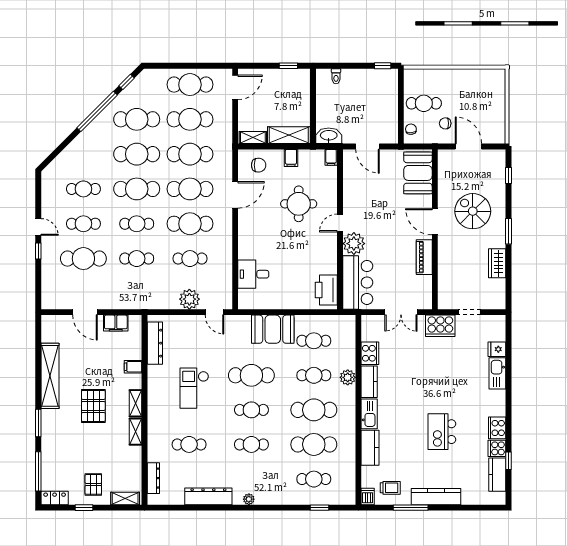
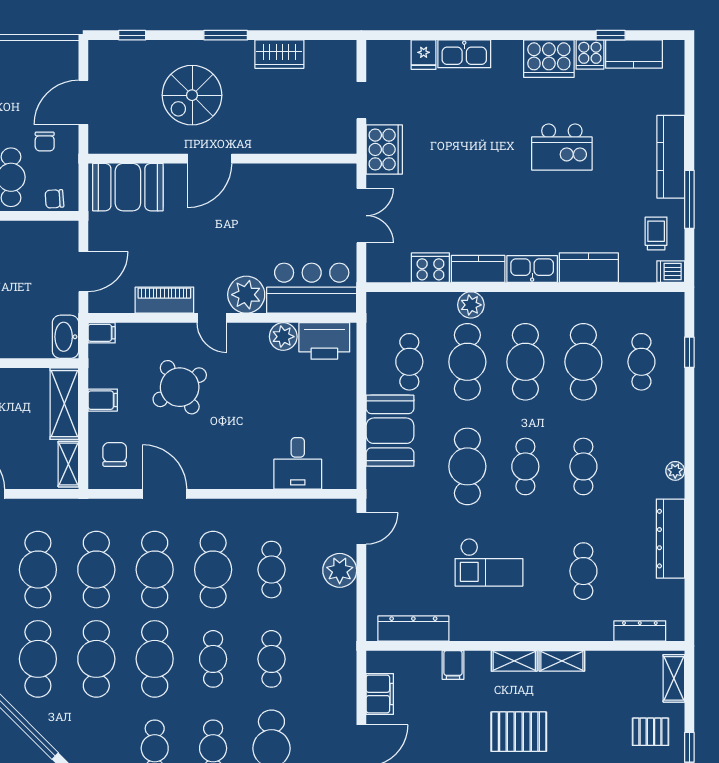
round table: (299, 204) -> (180, 387), turned -32
piano: (424, 257) -> (164, 300), moved, turned 180
plant: (329, 266) -> (283, 337), added
cafe table: (314, 375) -> (467, 362), width x1.37, depth x1.35
cooker: (497, 428) -> (549, 59), width x1.37, depth x1.31

